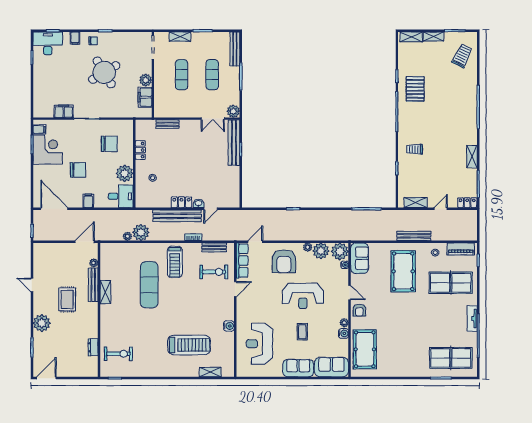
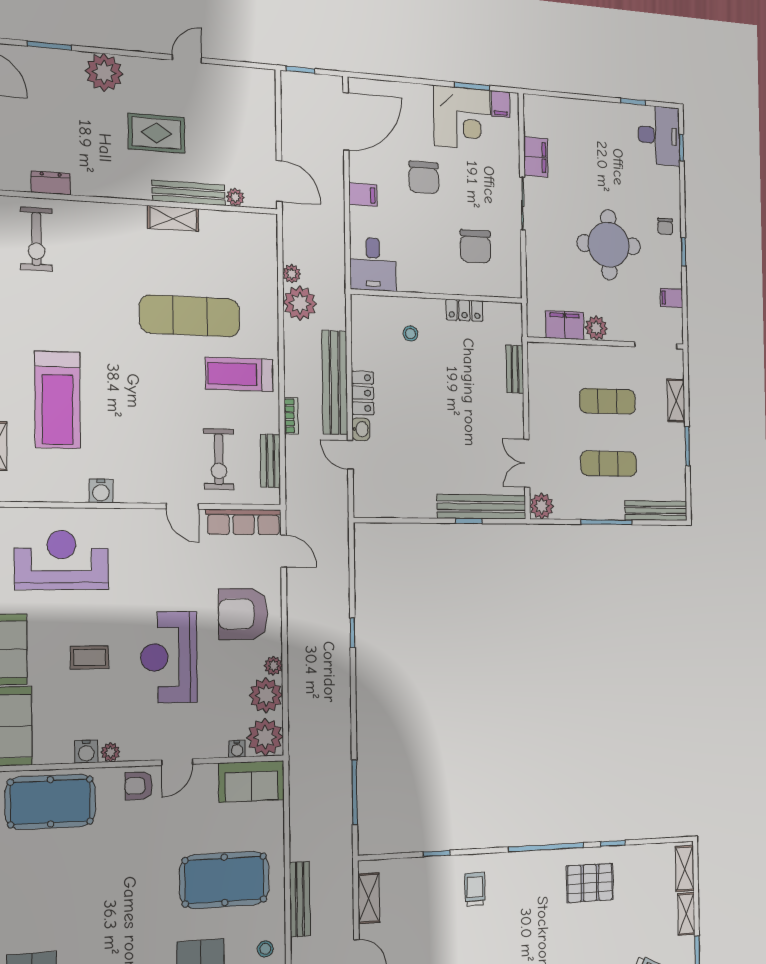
filing cabinet: (75, 38) -> (671, 298), moved
round table: (104, 72) -> (609, 245), turned 31
plant: (125, 173) -> (419, 275), removed

